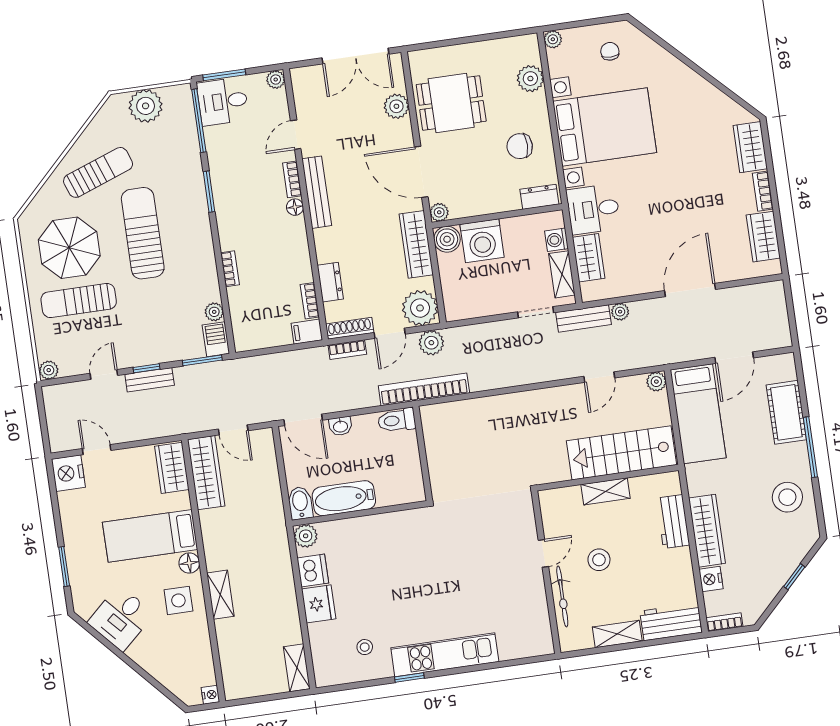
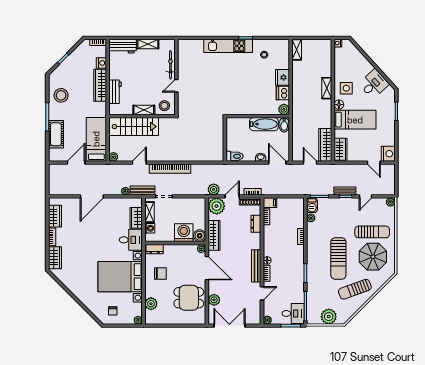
bookcase: (424, 389) -> (170, 169), moved
stool: (599, 560) -> (164, 106), moved

